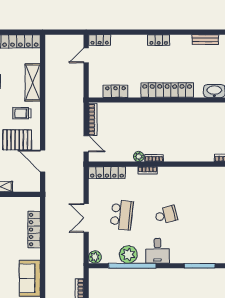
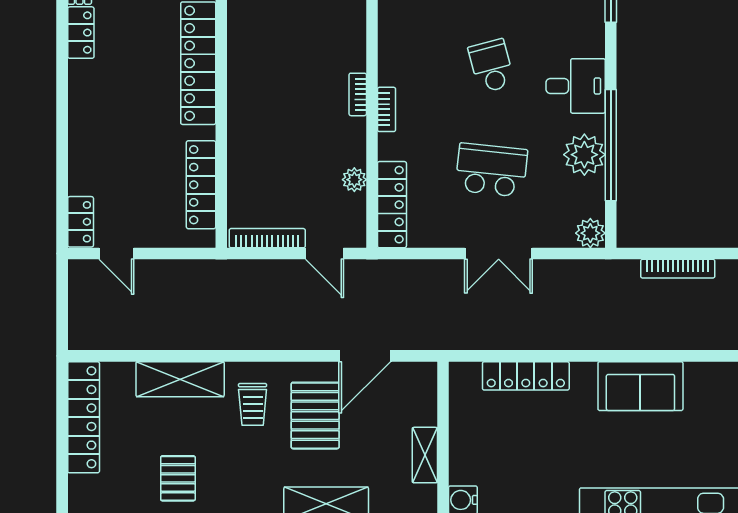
locker: (159, 40) -> (81, 33), moved
locker: (115, 91) -> (201, 185), width x1.53
door: (86, 144) -> (324, 254), swing flipped
plant: (139, 157) -> (354, 180), moved

